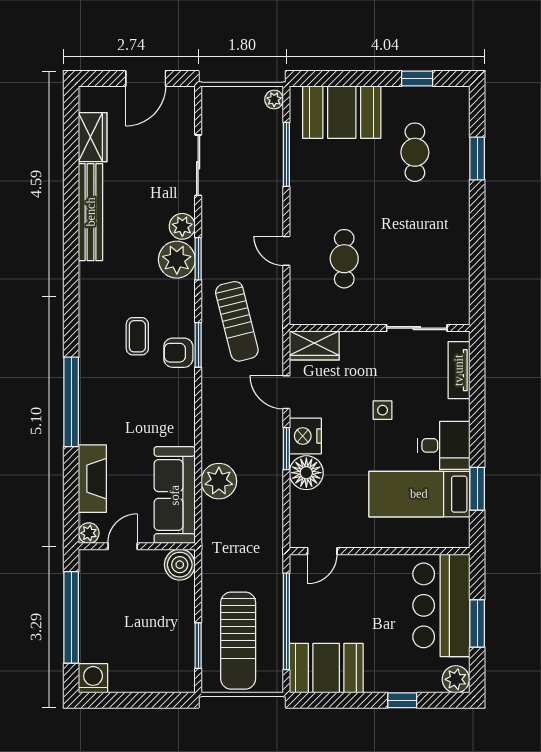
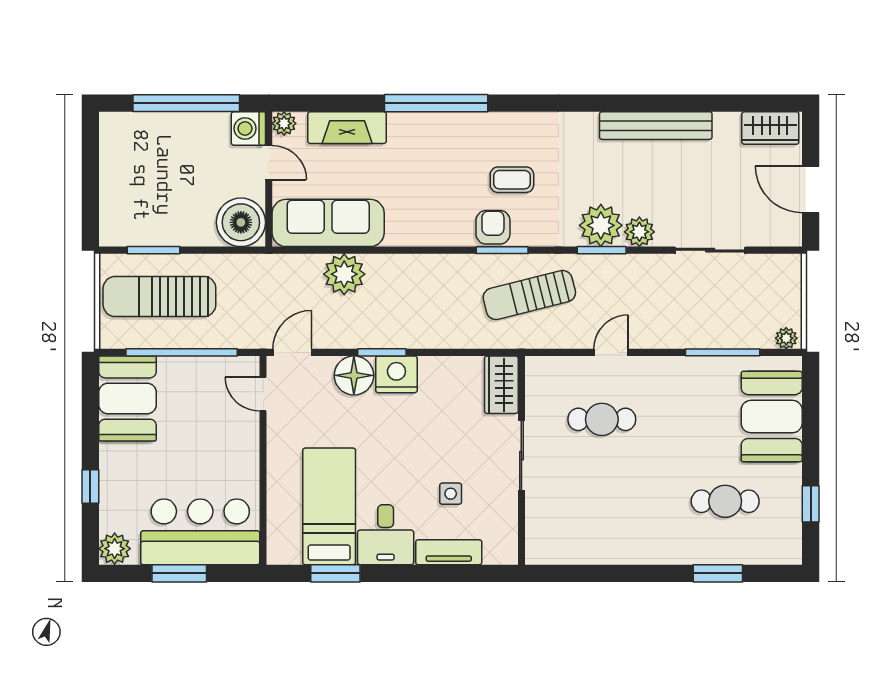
wardrobe: (93, 137) -> (770, 128), moved
sliding door: (417, 328) -> (521, 456), moved
tv unit: (459, 370) -> (449, 552), moved
door: (286, 392) -> (292, 352), moved
side table: (383, 410) -> (451, 494), moved
boiler: (180, 565) -> (241, 222), width x1.37, depth x1.37
washing machine: (93, 678) -> (248, 129), moved, turned 180

